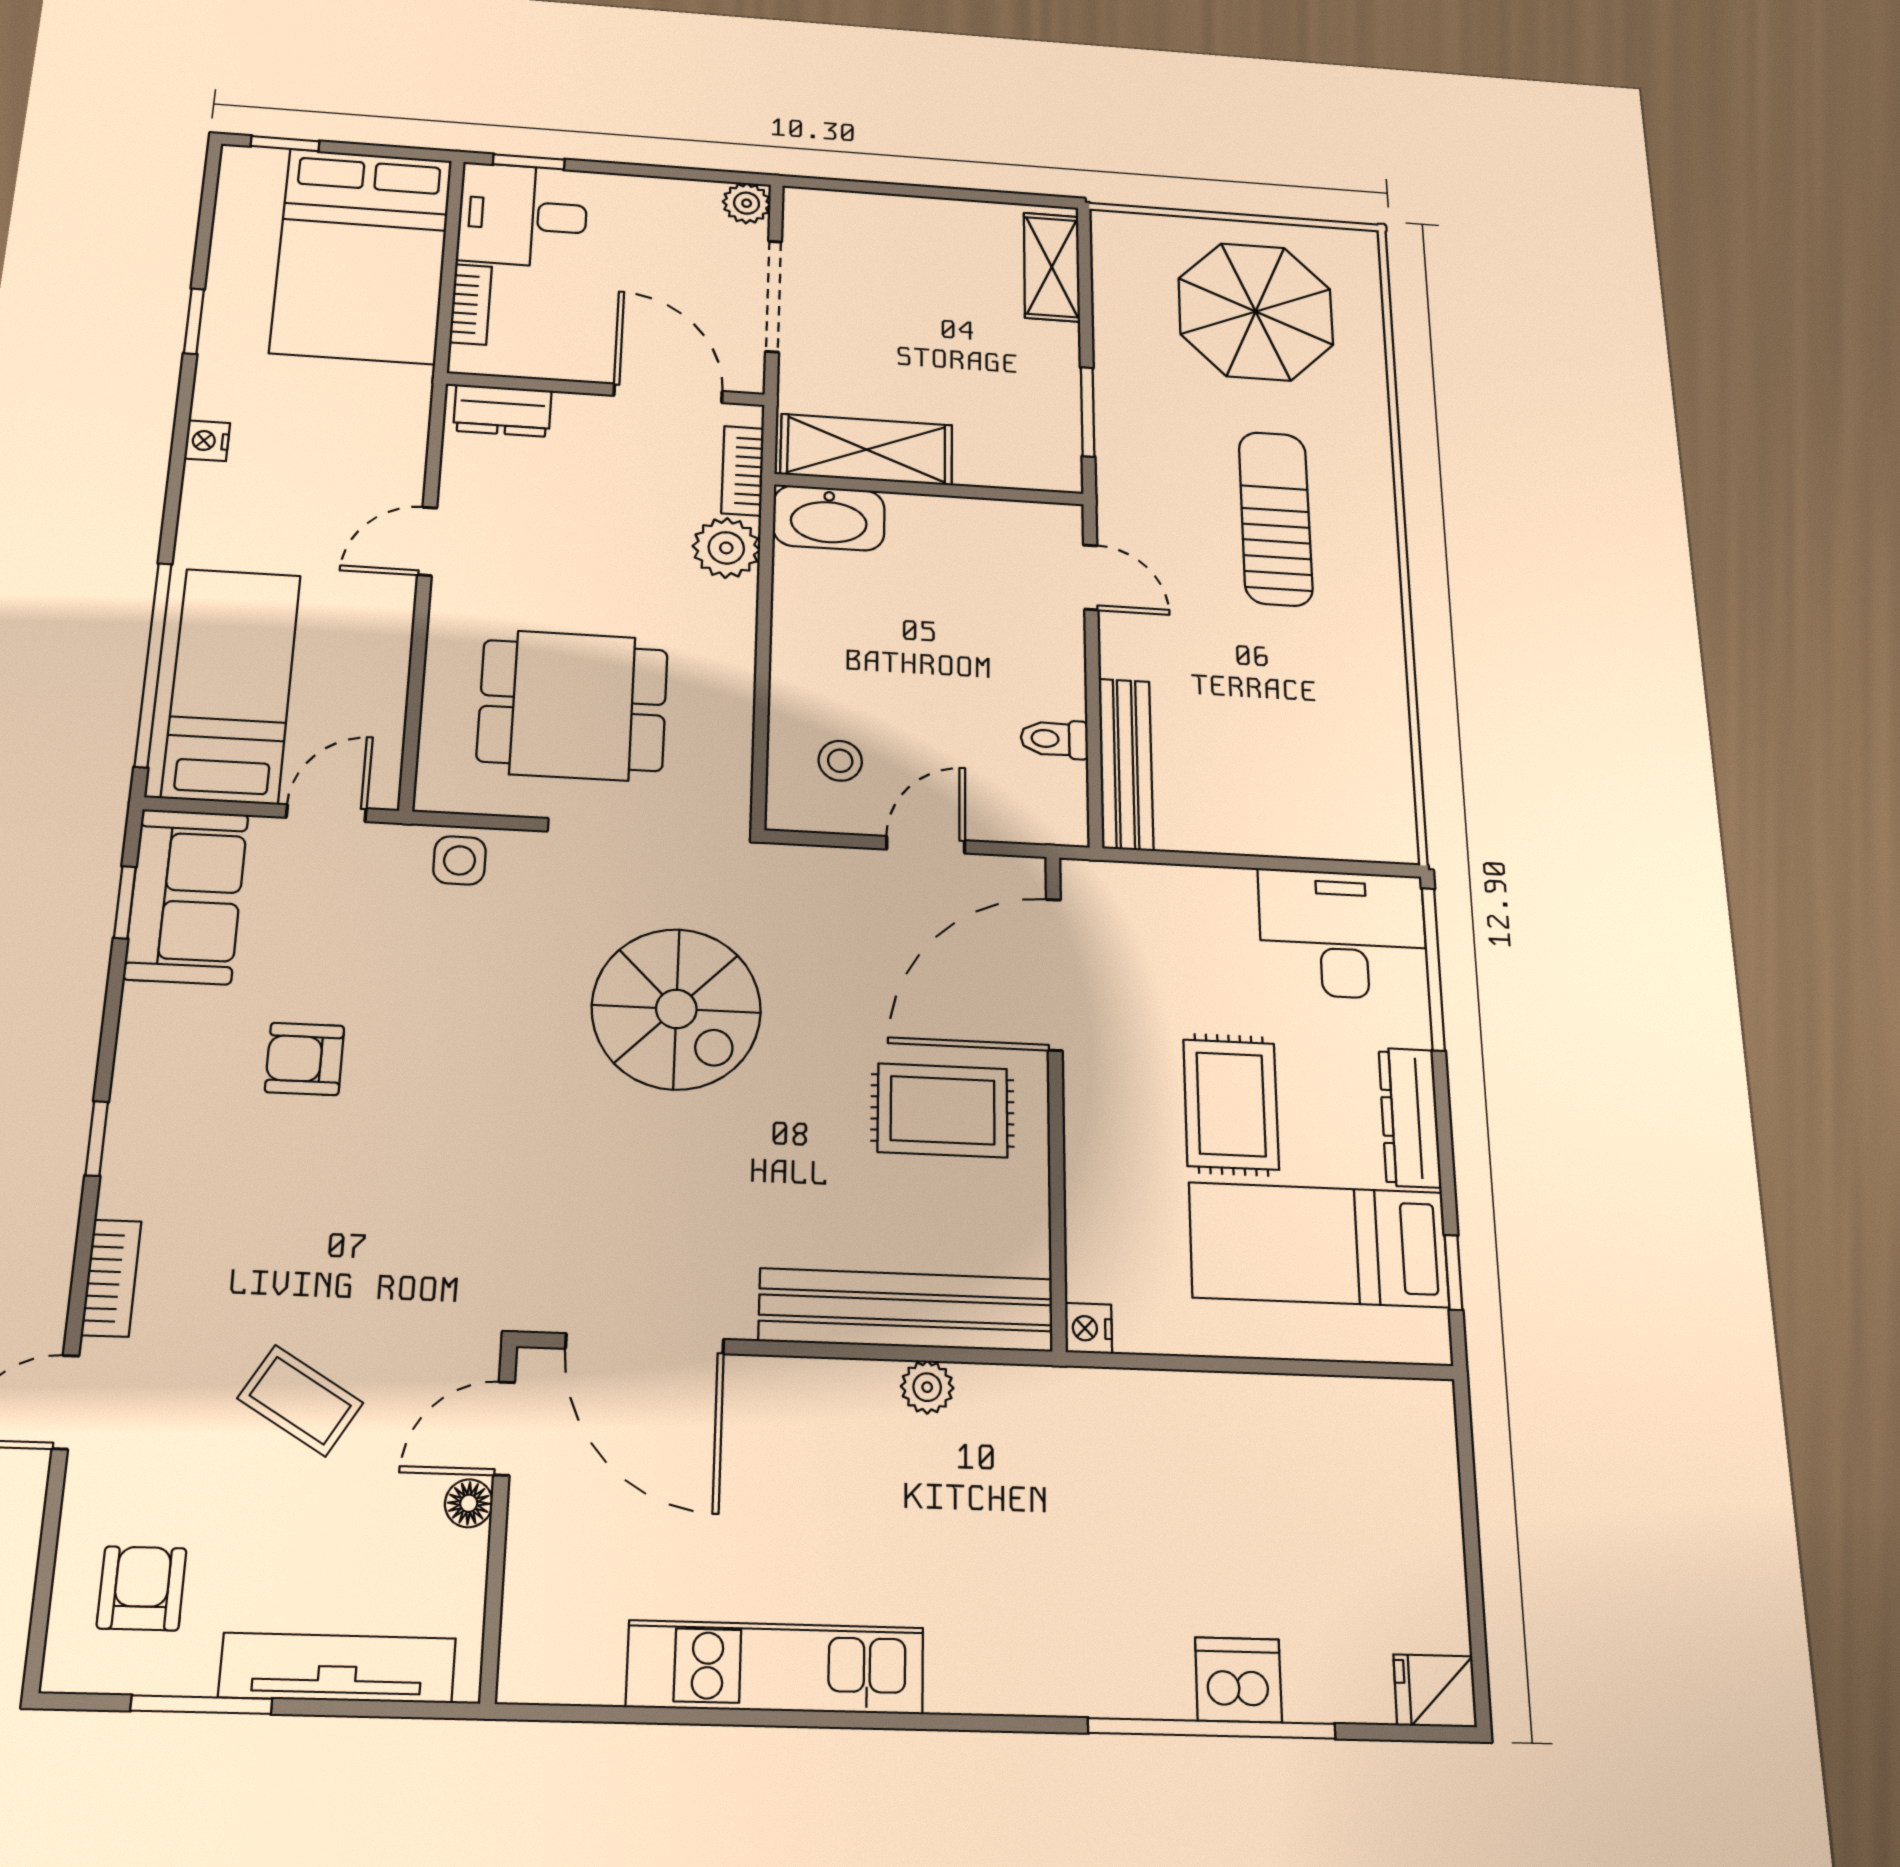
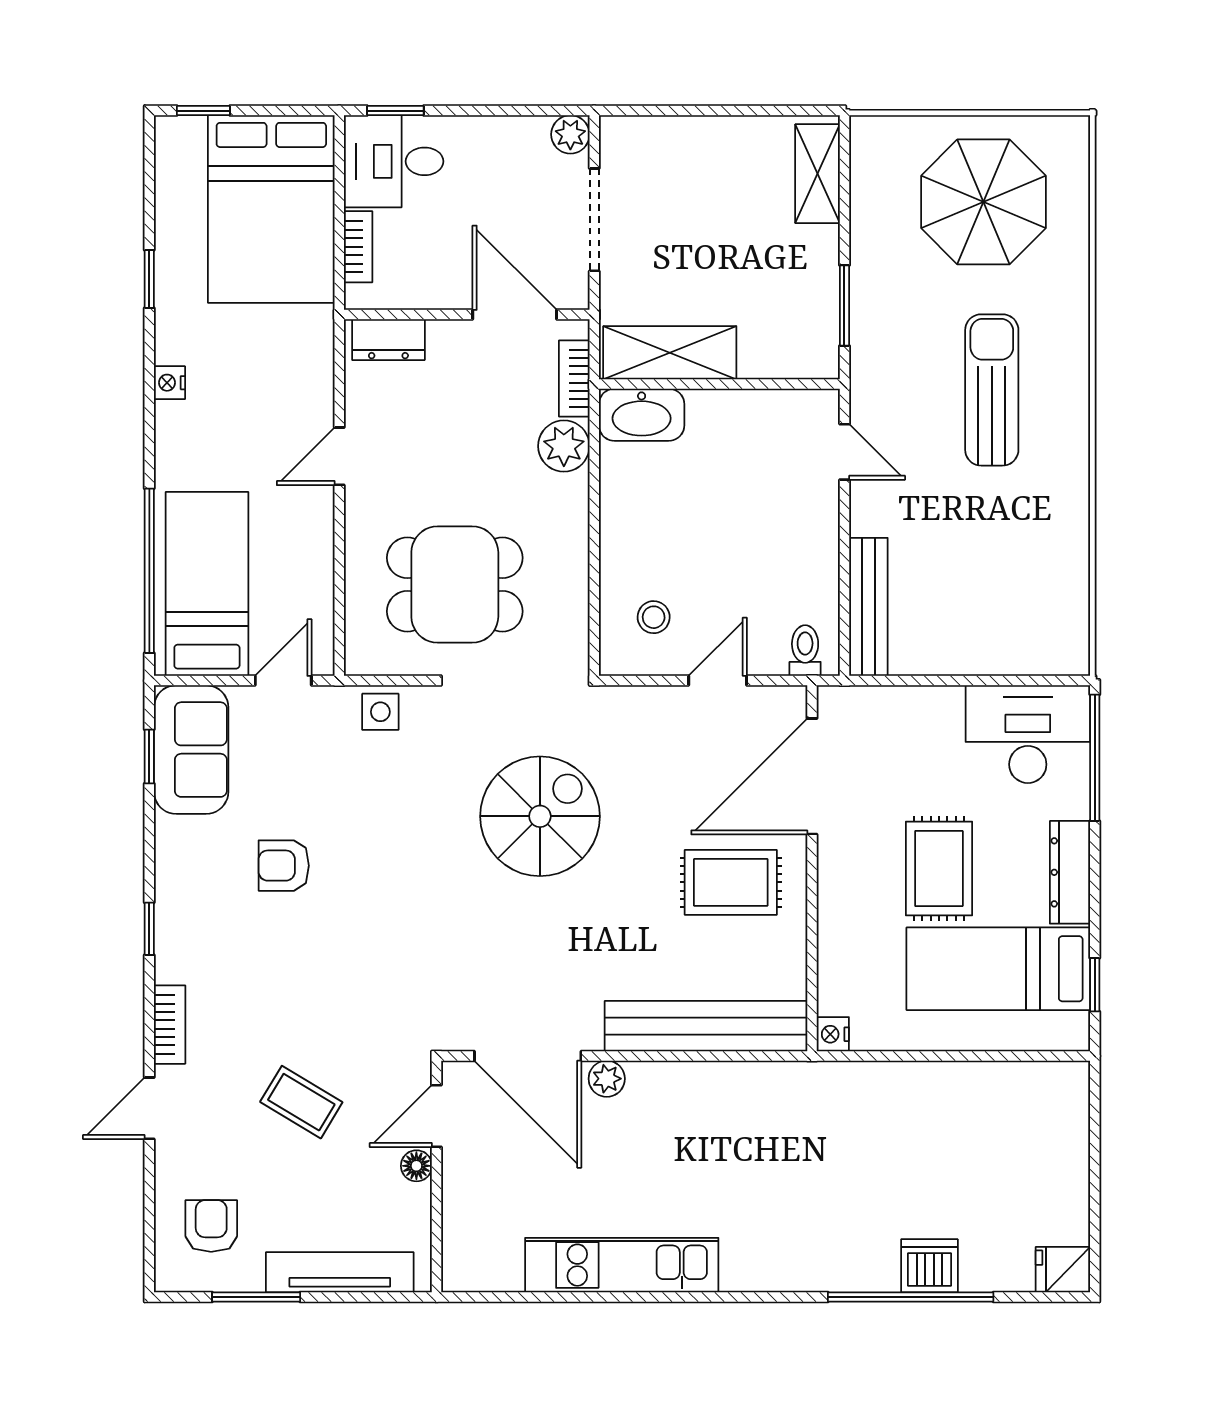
toilet: (1054, 739) -> (805, 651), moved, turned 90
spiral stairs: (676, 1009) -> (540, 816), turned -90
plant: (927, 1387) -> (607, 1079), moved

